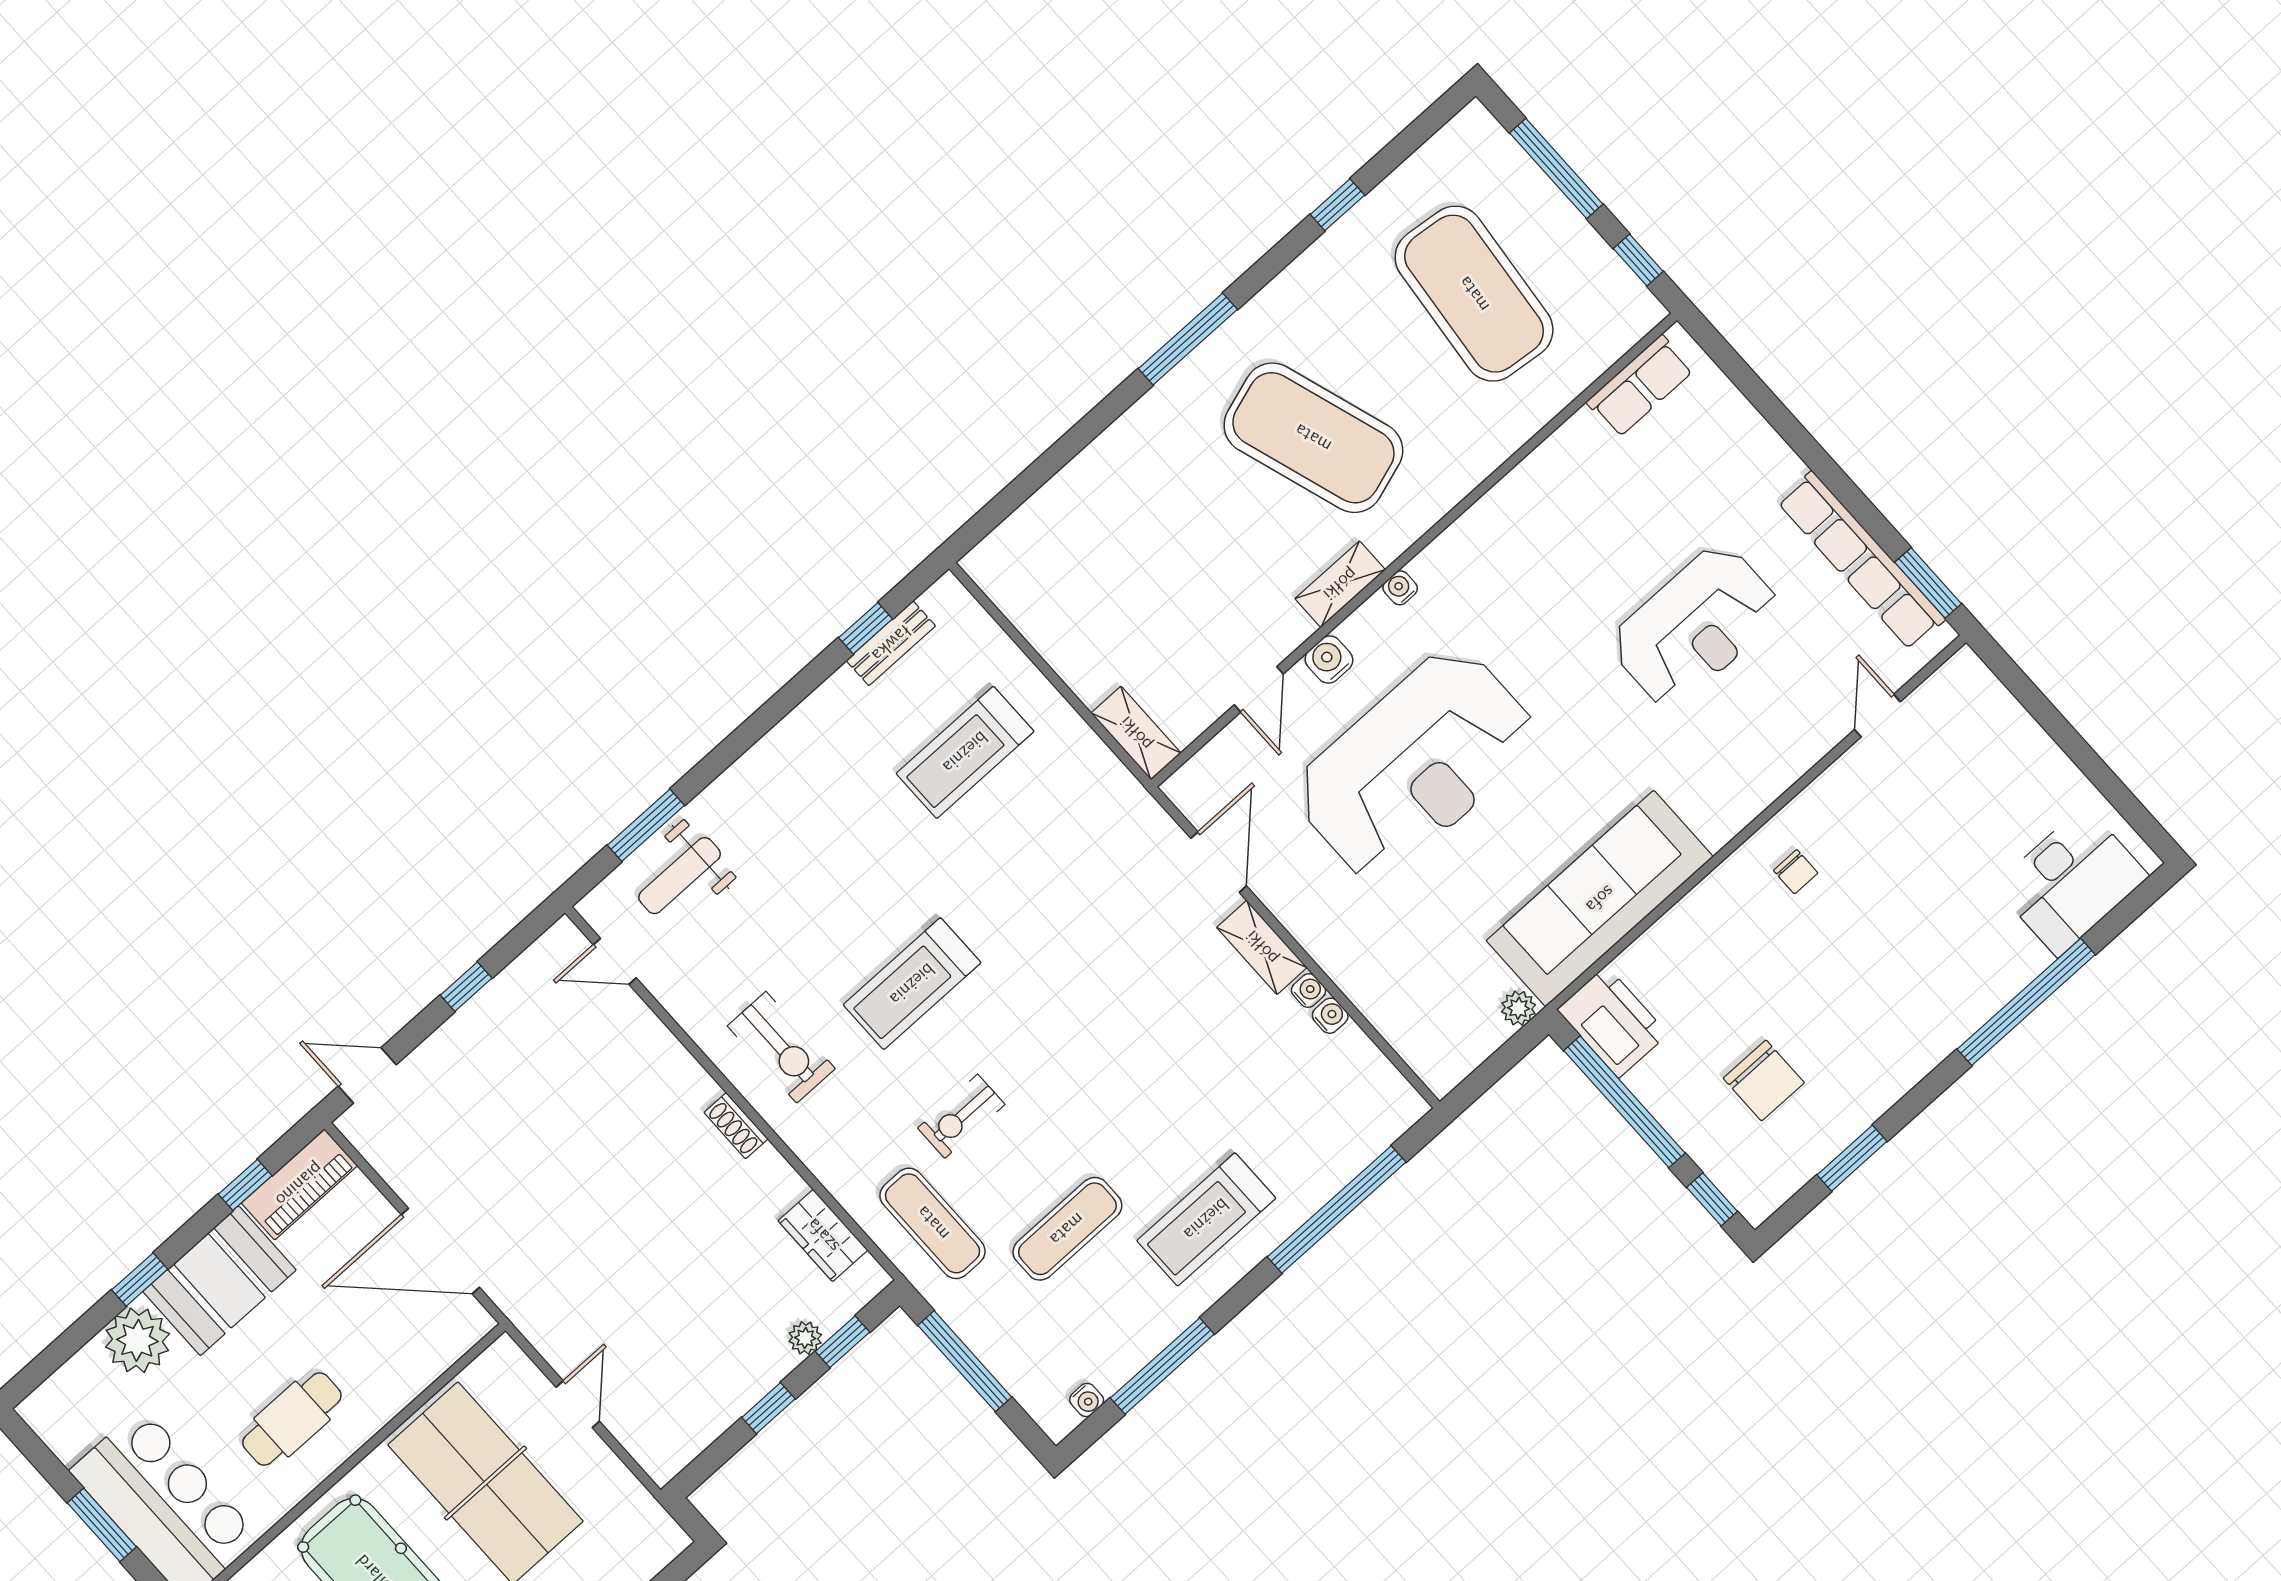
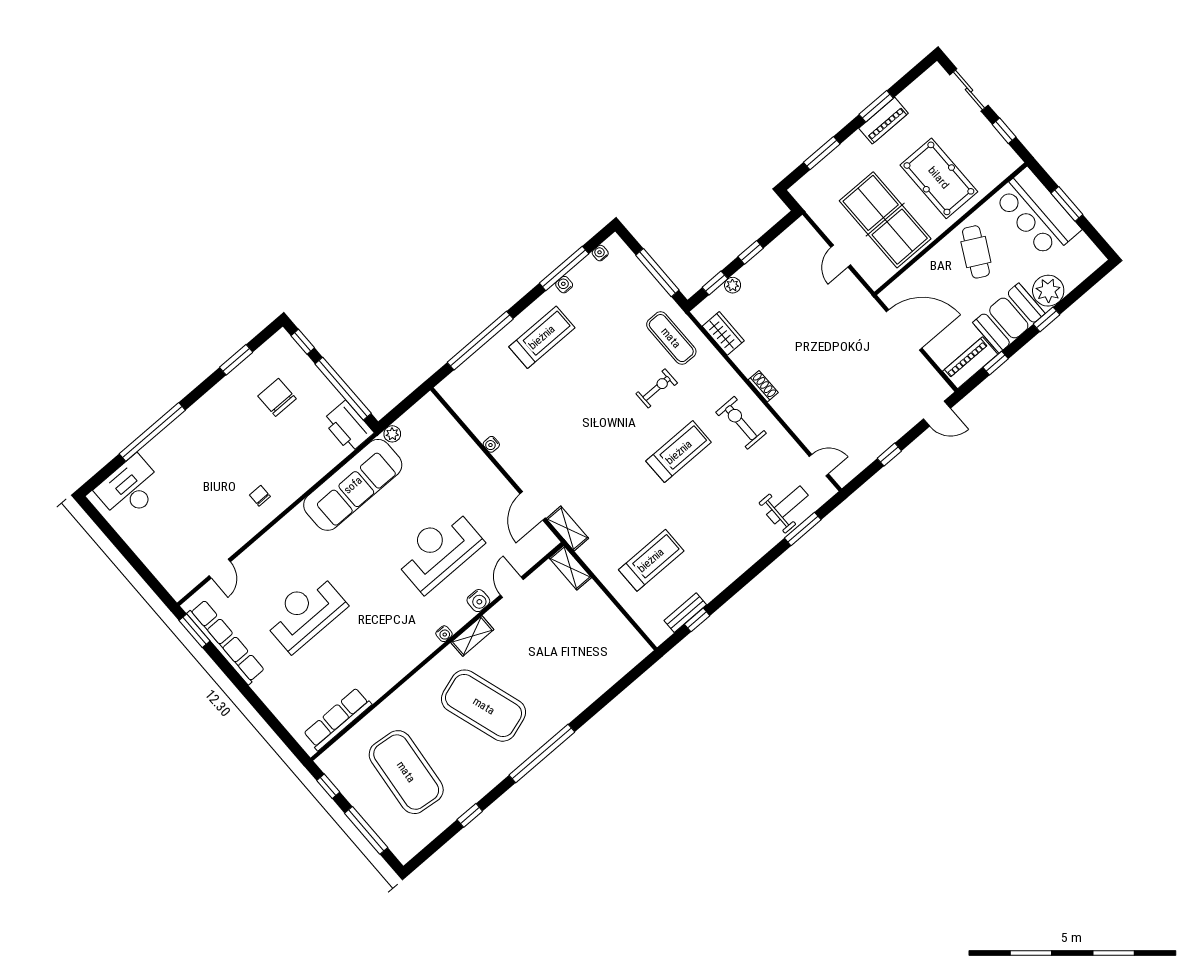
window: (1188, 339) -> (542, 753), width x1.46
row of seats: (1640, 386) -> (337, 719), width x1.48
reception desk: (1415, 764) -> (439, 550), width x0.74, depth x0.77
shelving: (1262, 947) -> (567, 528), moved
water cooler: (1330, 1016) -> (564, 285), moved, turned 90
exercise mat: (1067, 1229) -> (608, 334), removed
cafe table: (292, 1419) -> (976, 252), turned -62

